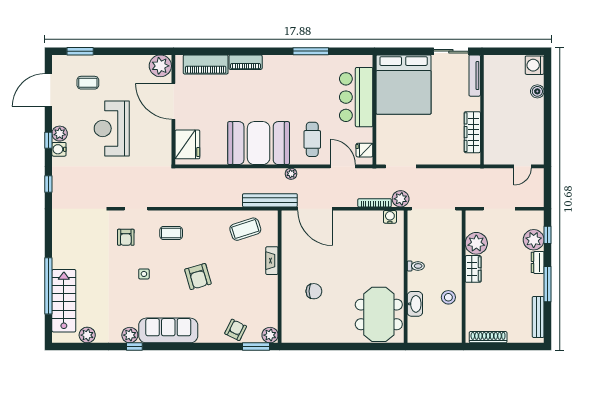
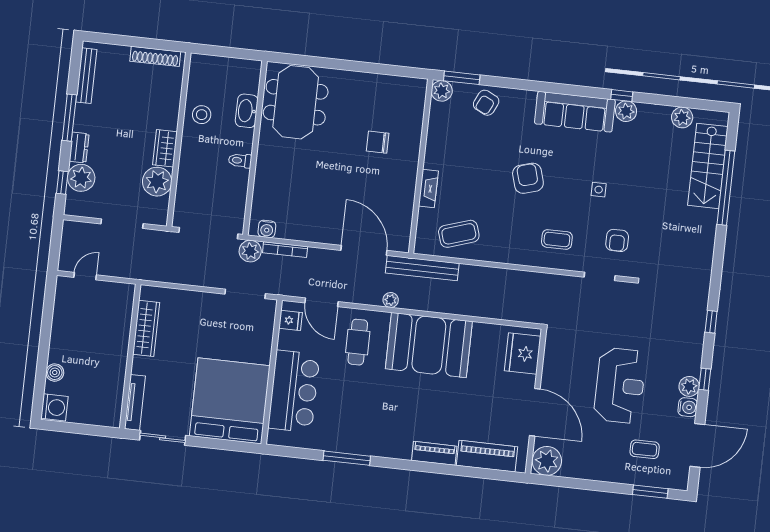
water cooler: (59, 149) -> (688, 407), moved
armchair: (126, 237) -> (617, 240), turned 180

